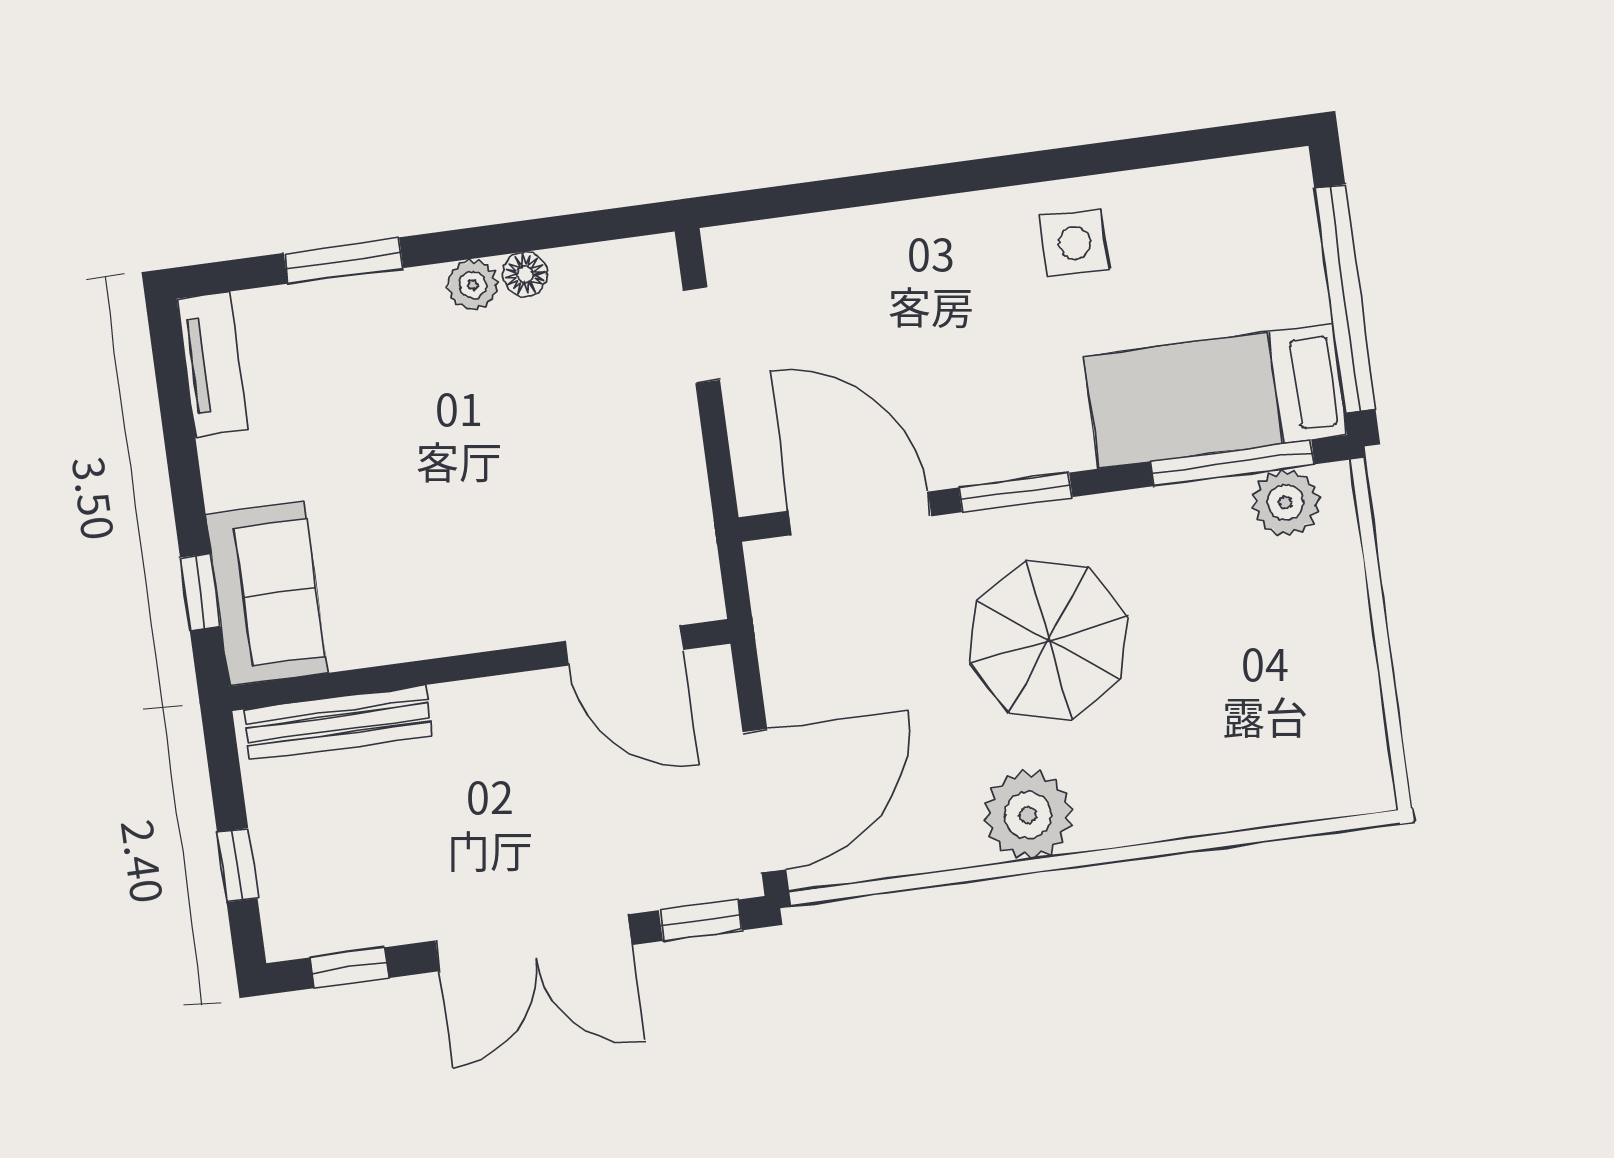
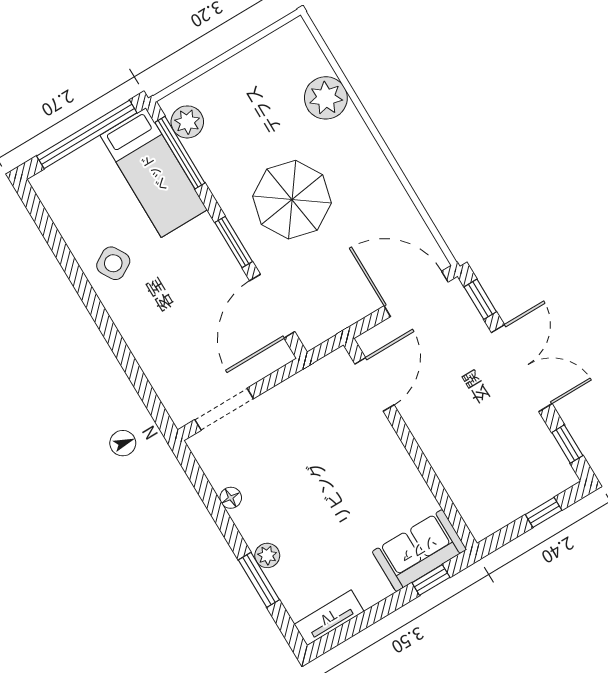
side table: (1075, 243) -> (113, 263), turned -30
plant: (473, 285) -> (267, 555), moved
doorway: (701, 335) -> (224, 409), width x1.38
bench: (338, 723) -> (462, 495), removed
plant: (1028, 815) -> (326, 98), moved

